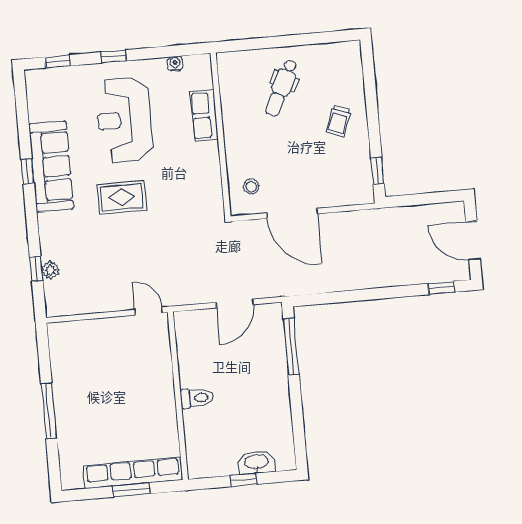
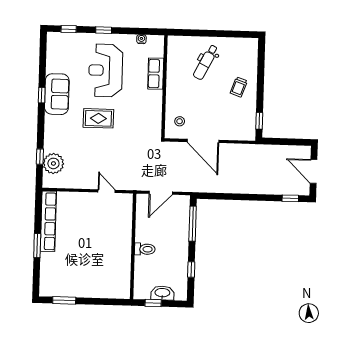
sofa: (51, 167) -> (57, 94), width x0.73
plant: (51, 270) -> (53, 163), width x1.88, depth x1.88
wall: (178, 396) -> (133, 246), moved
toilet: (197, 398) -> (145, 249), moved
window: (49, 411) -> (37, 246), width x0.69
window: (298, 419) -> (191, 269), added
row of seats: (133, 473) -> (48, 221), moved, turned 90
window: (131, 490) -> (64, 300), moved

